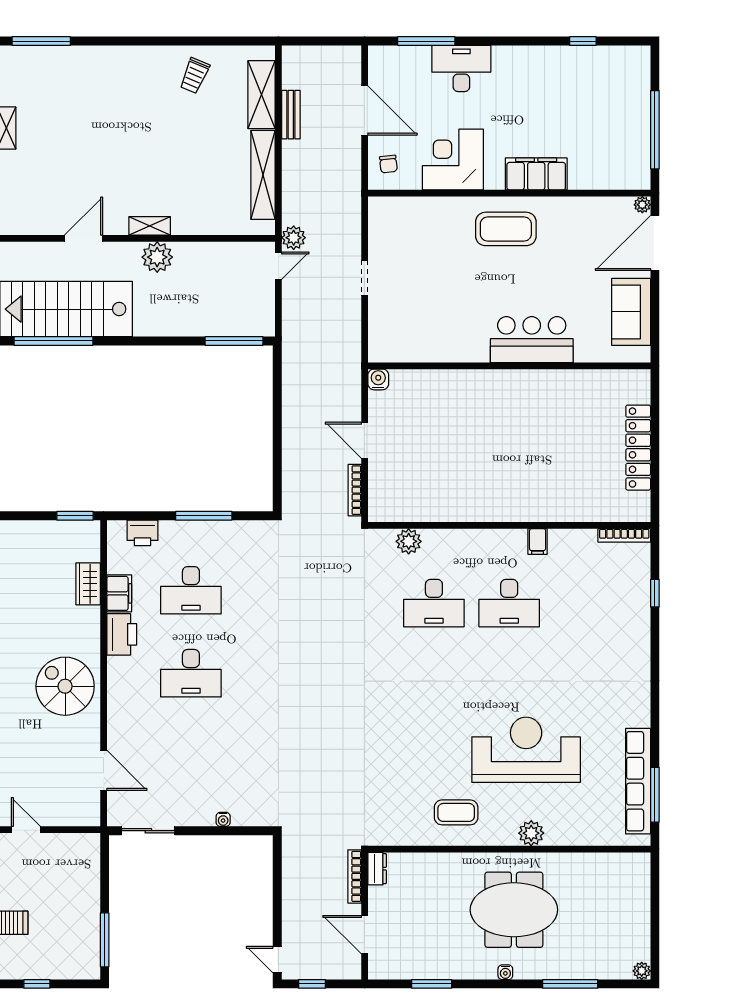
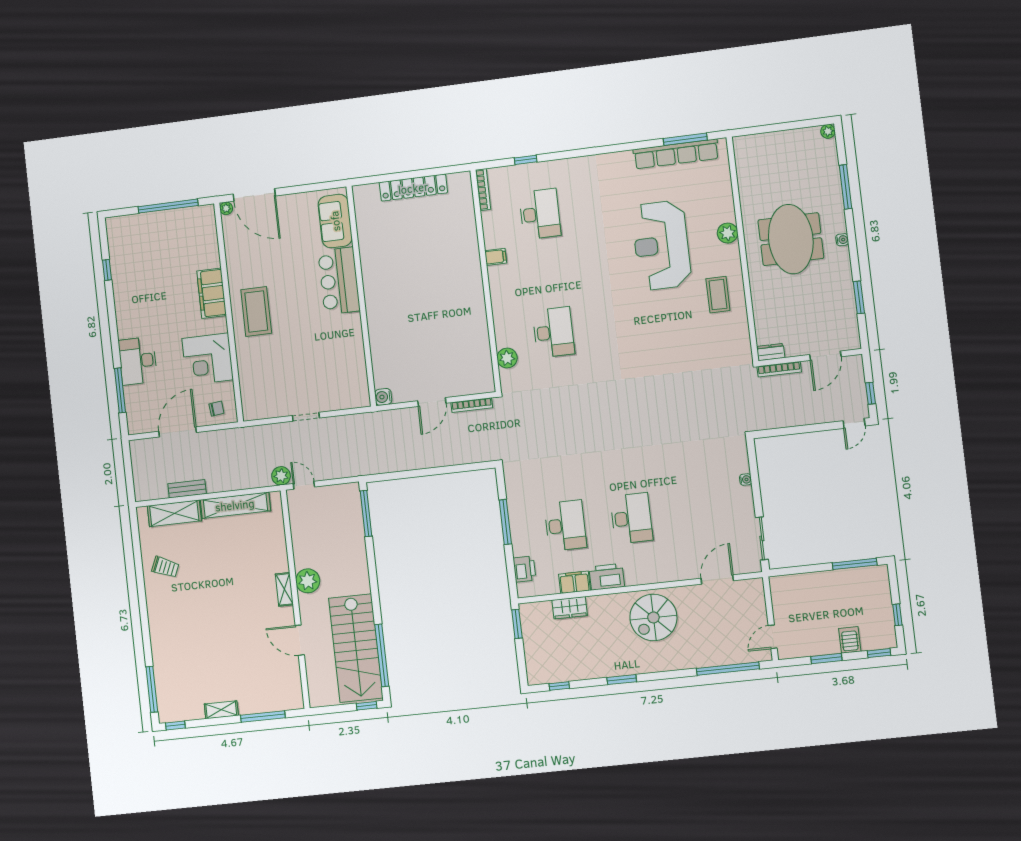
sofa: (631, 312) -> (335, 221), moved, turned 90
desk: (509, 603) -> (540, 214), moved

